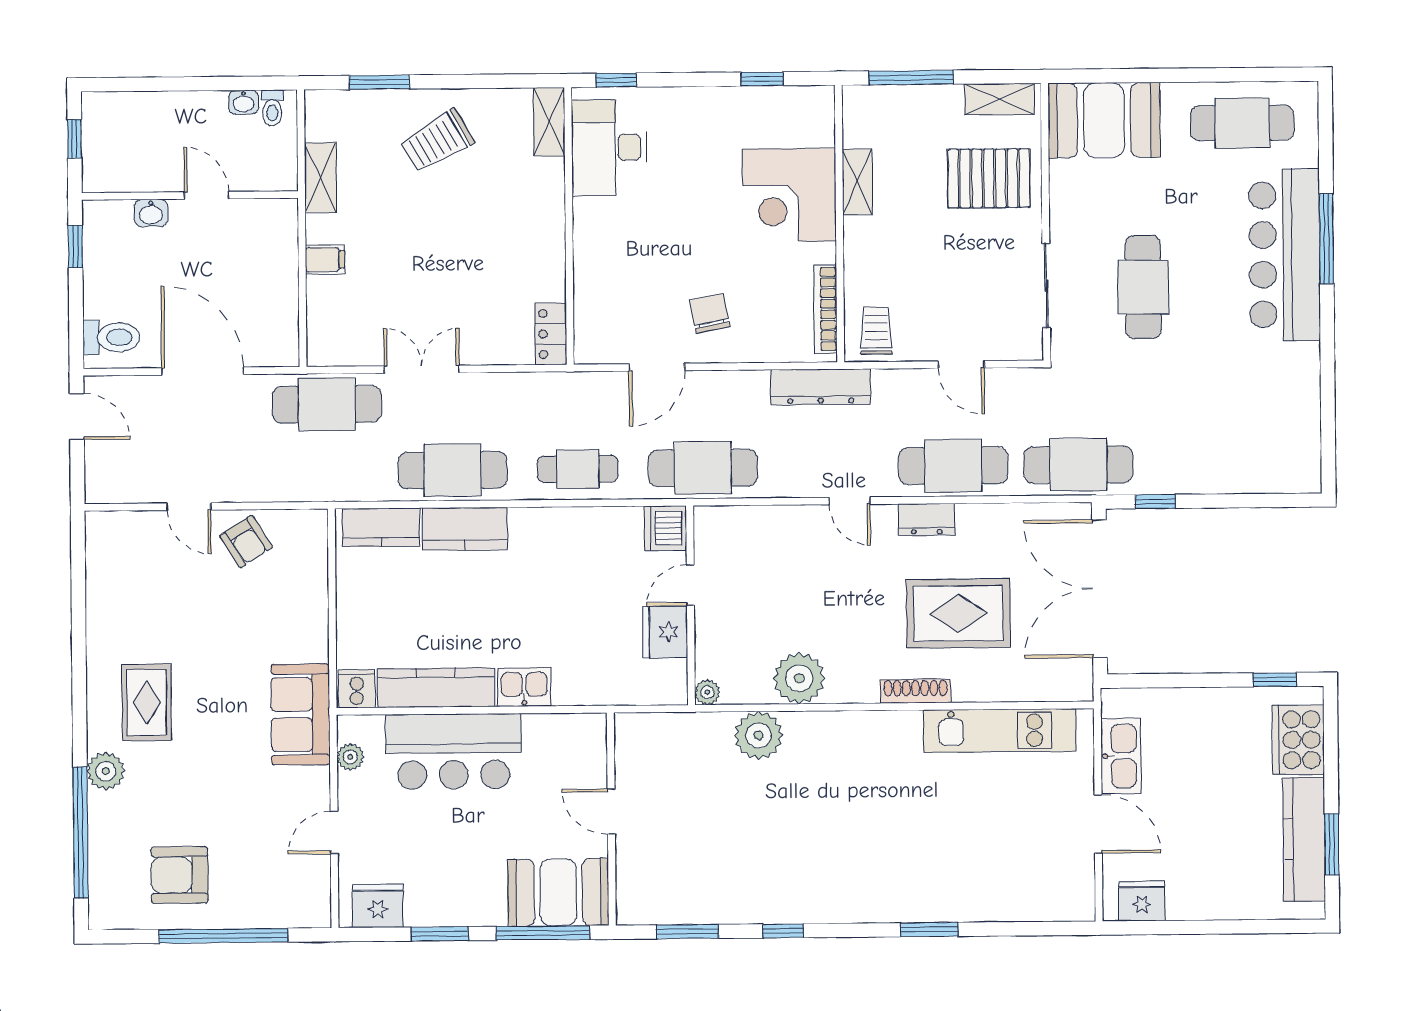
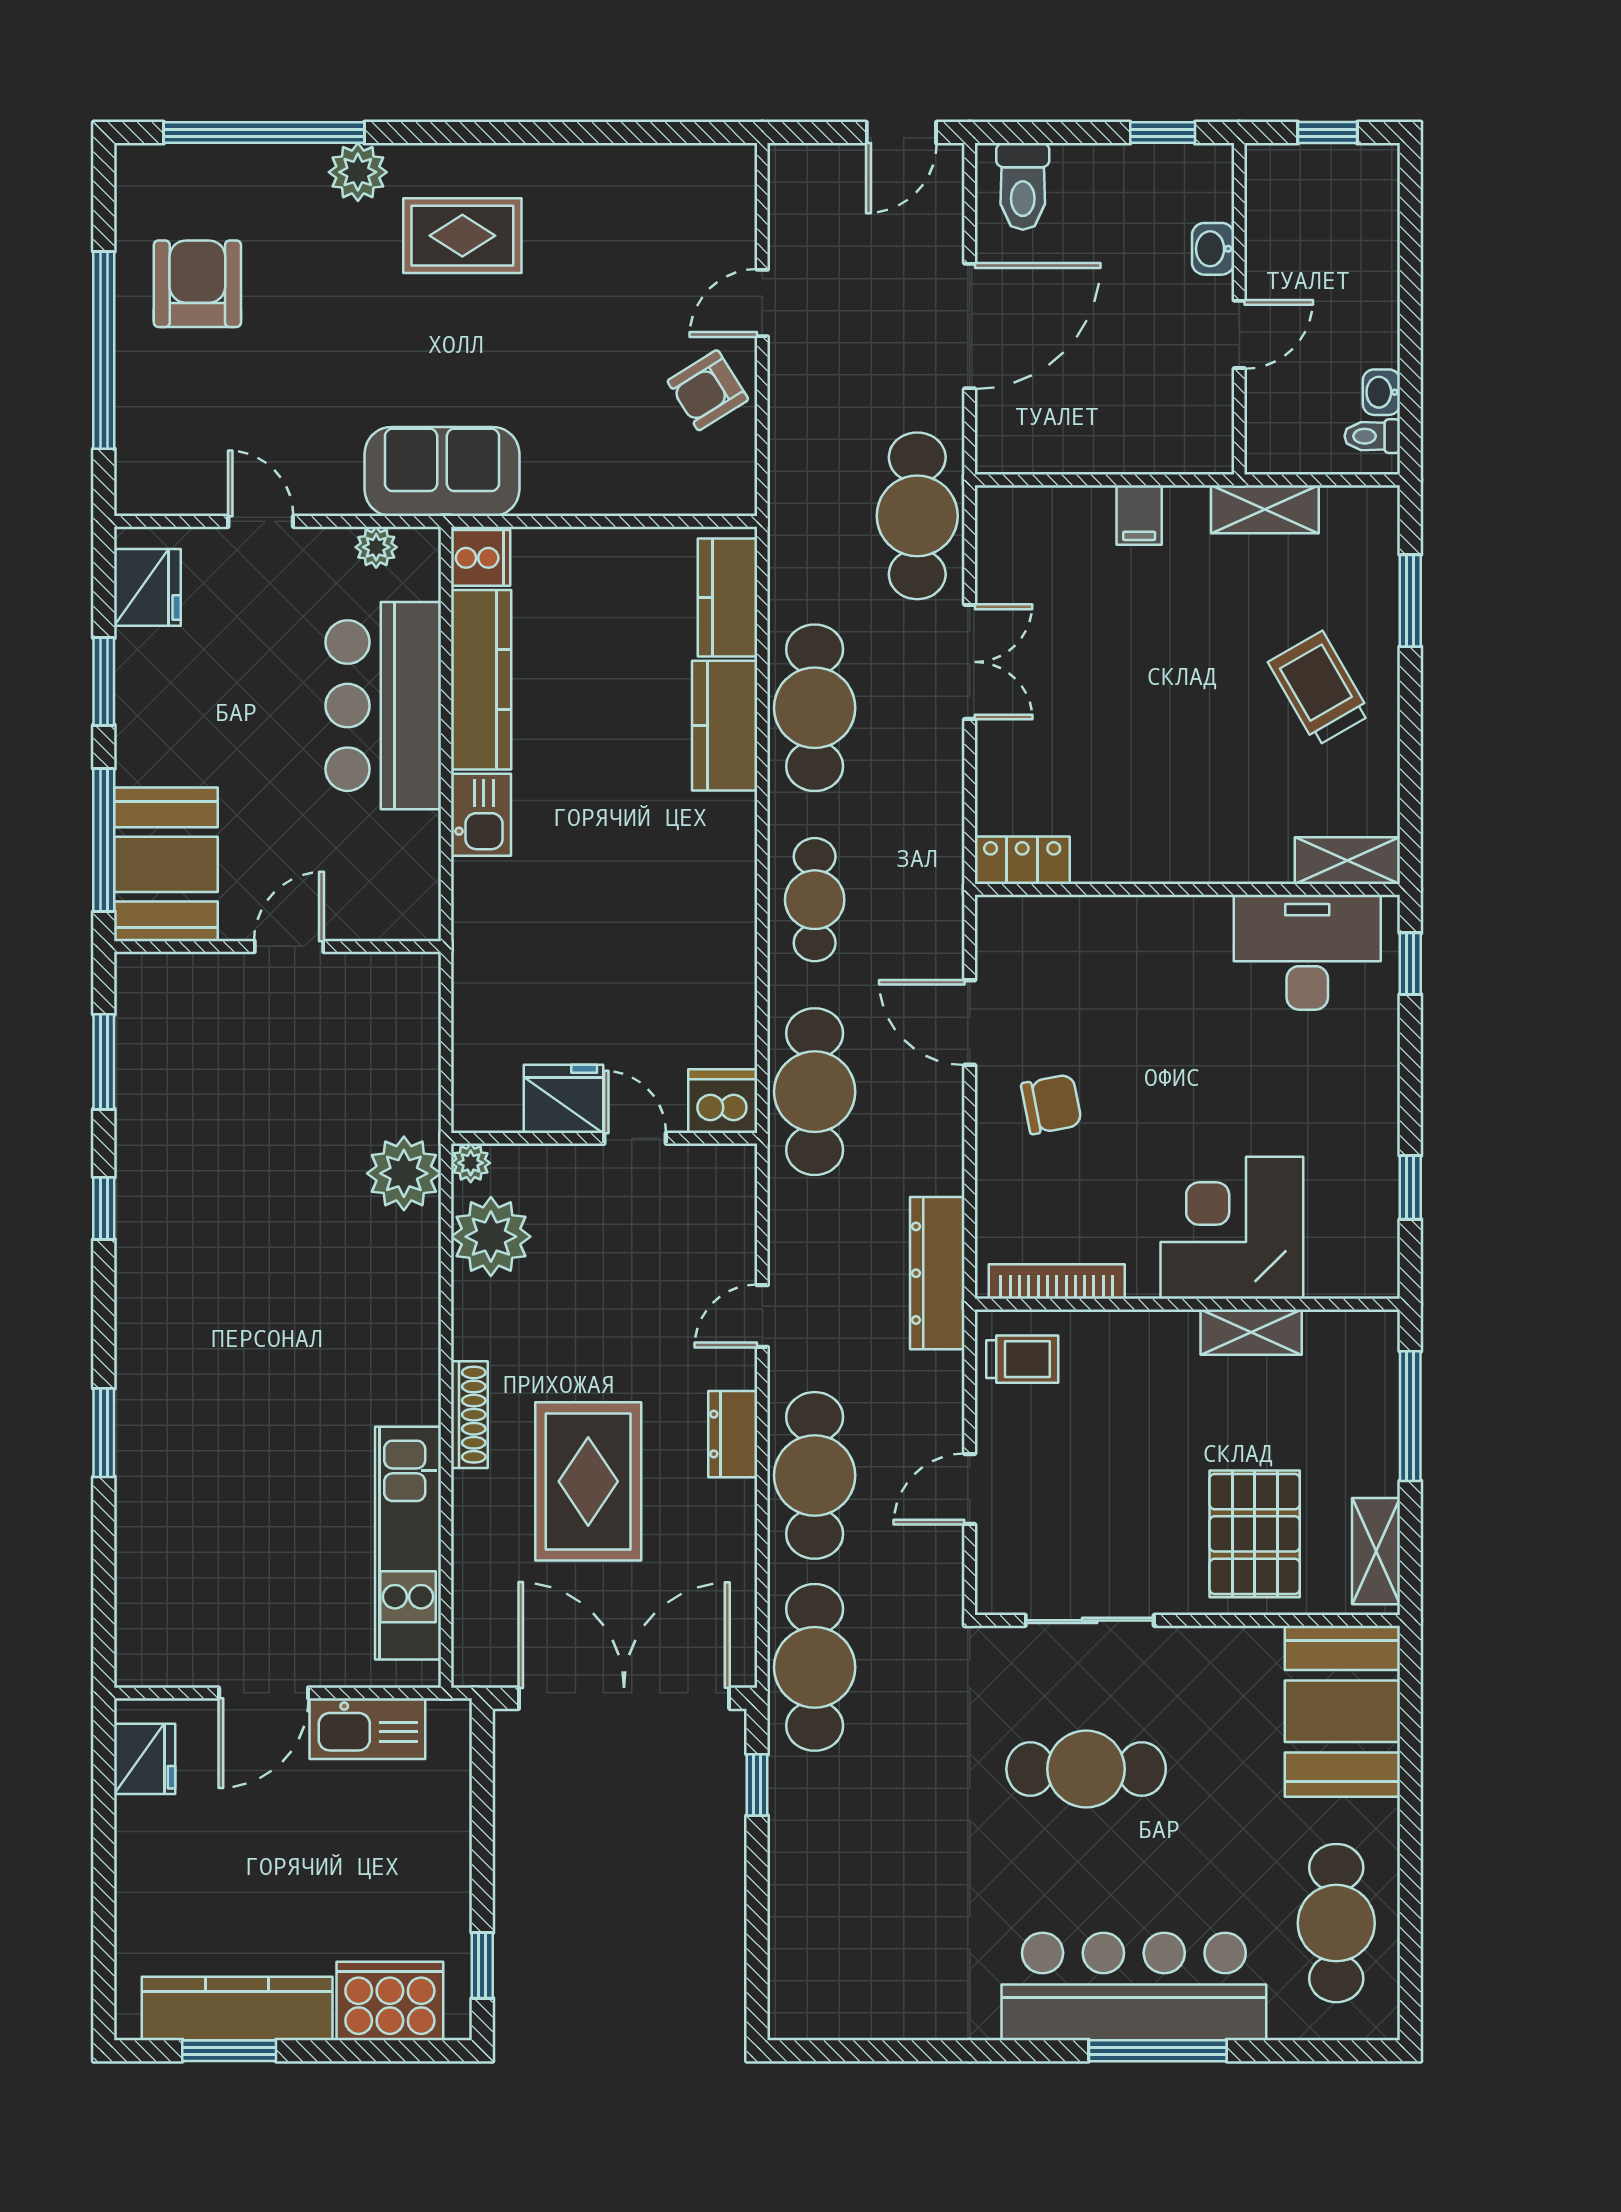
dishwasher: (666, 528) -> (723, 1101), moved
door: (690, 585) -> (635, 1138), moved
wall: (691, 605) -> (604, 1138), moved
fridge: (665, 632) -> (563, 1099), moved
plant: (707, 692) -> (471, 1163), moved

